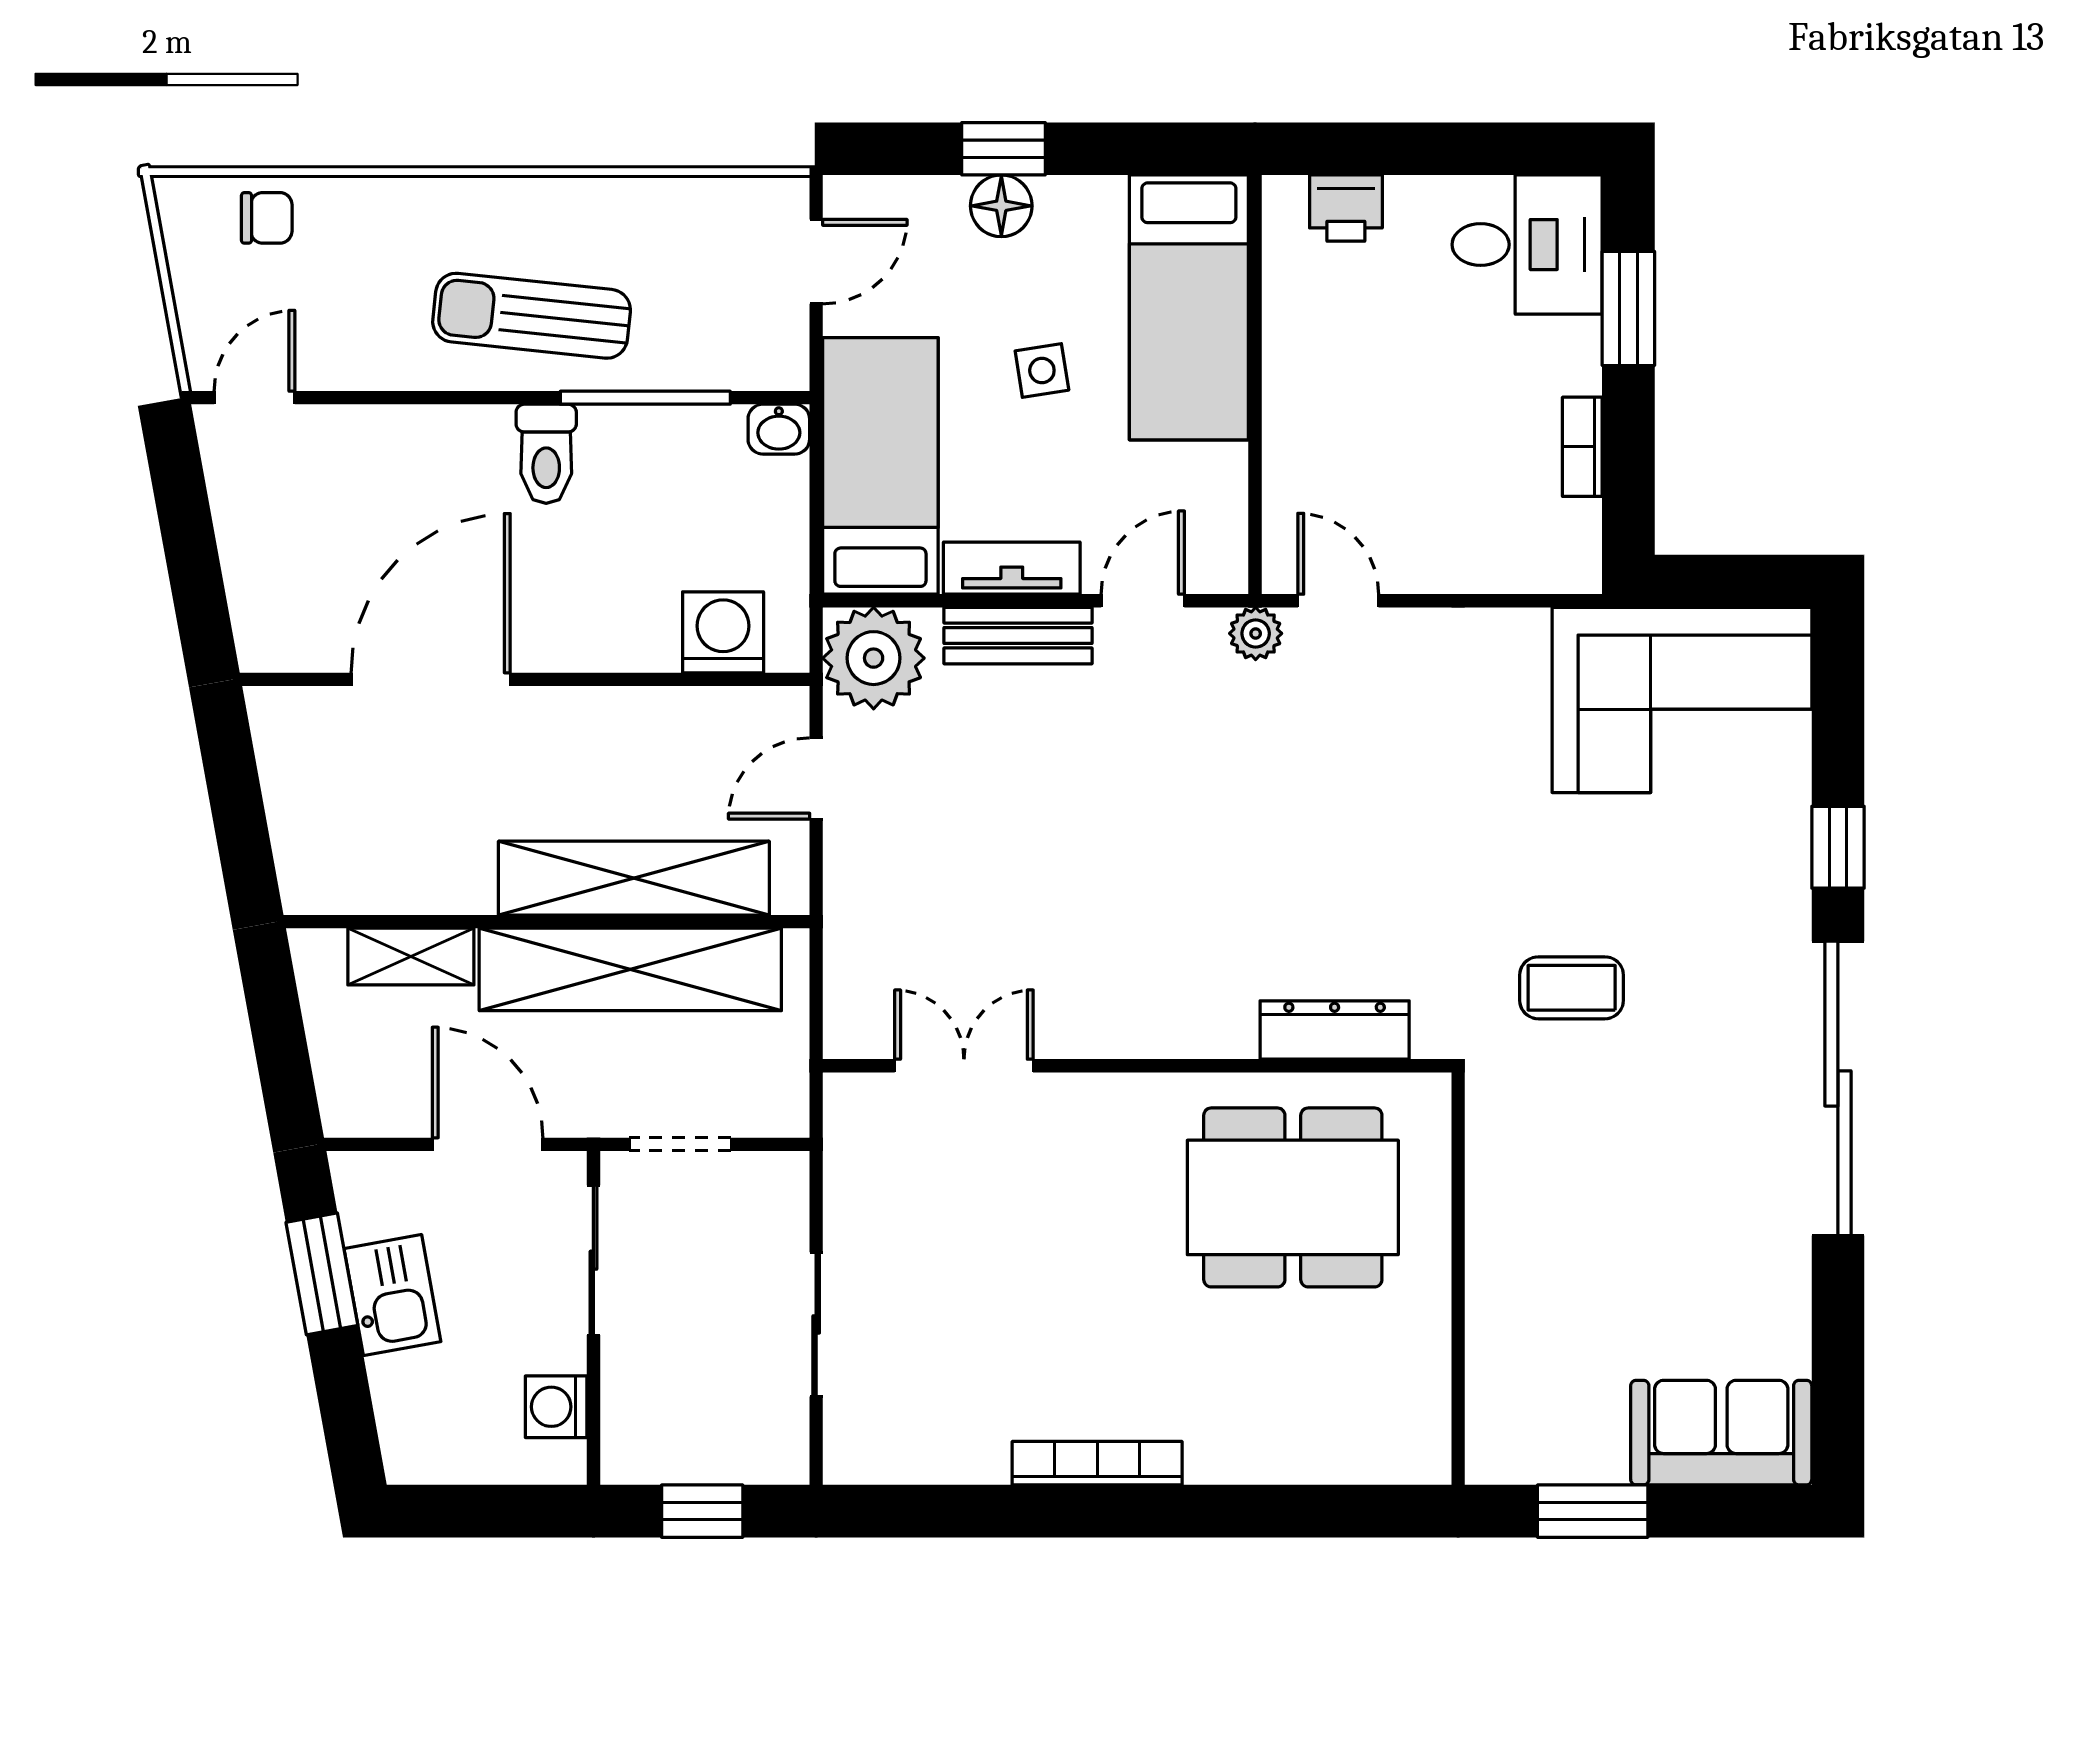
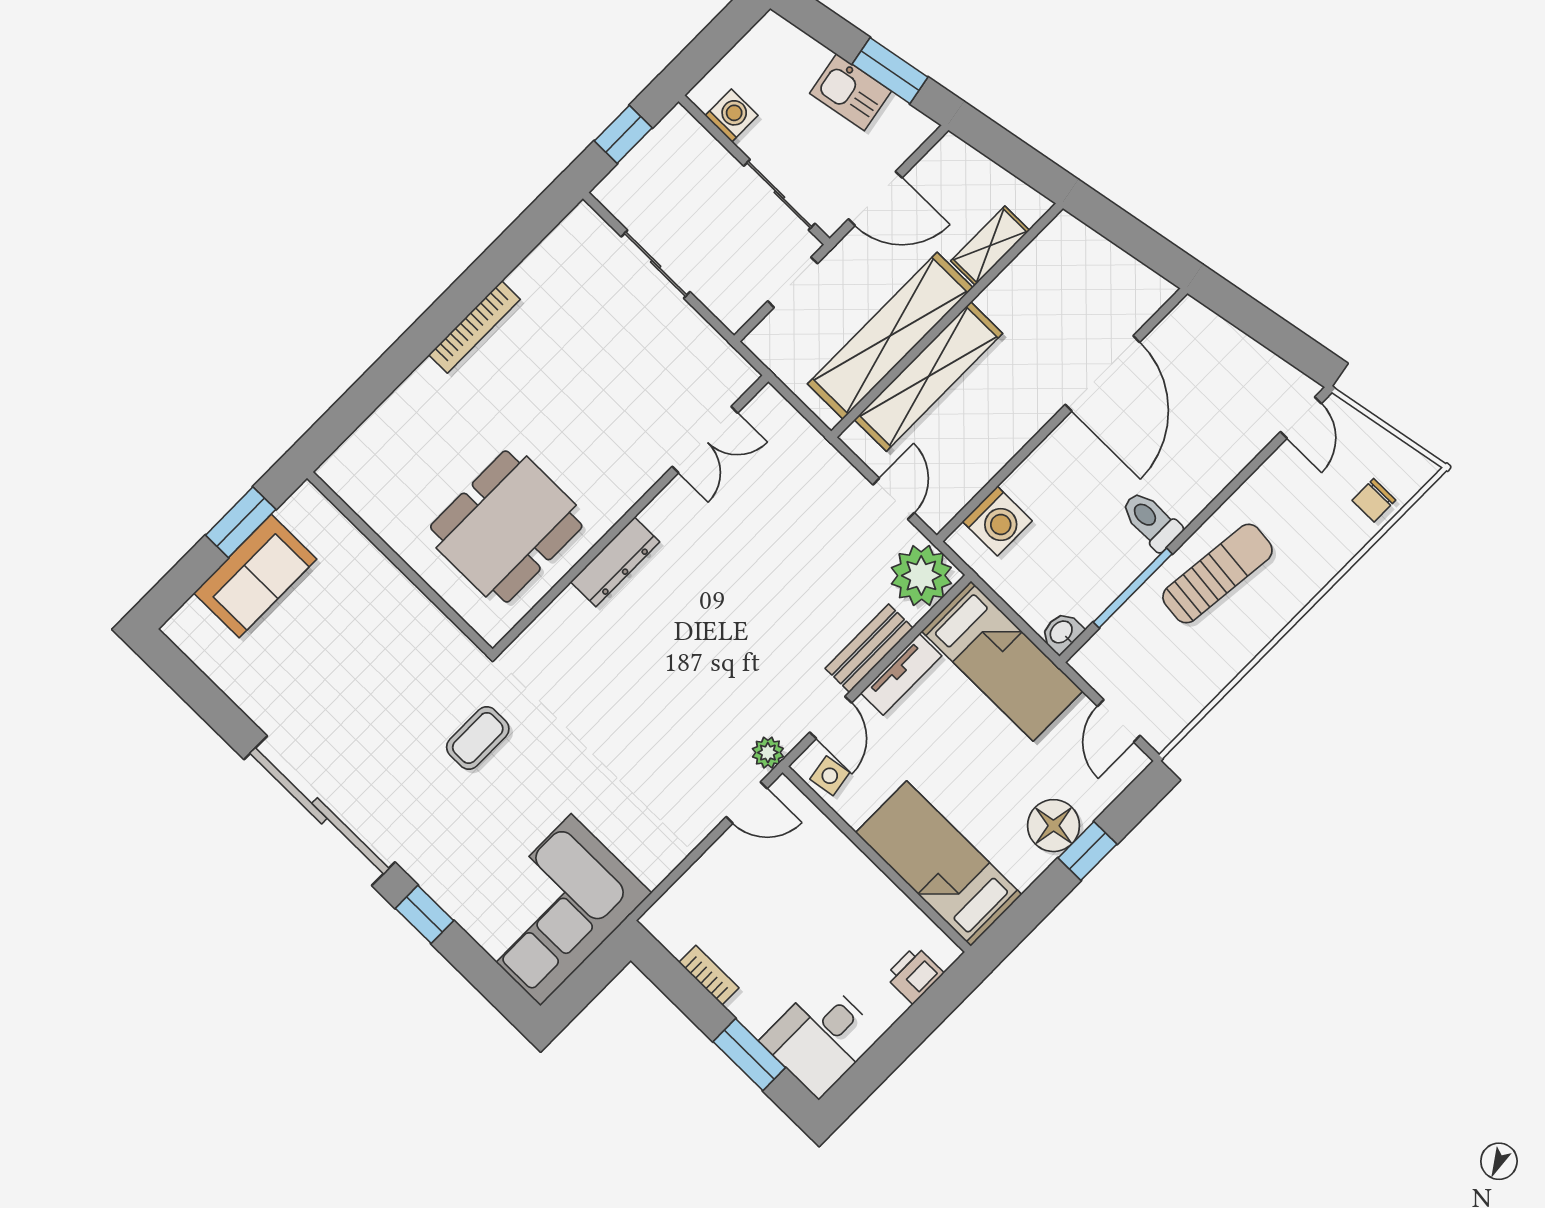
floor lamp: (1001, 206) -> (1054, 826), width x1.38, depth x1.38
side table: (1042, 370) -> (830, 776), moved
dresser: (1335, 1030) -> (615, 562), moved
sofa: (1721, 1433) -> (255, 576), moved

